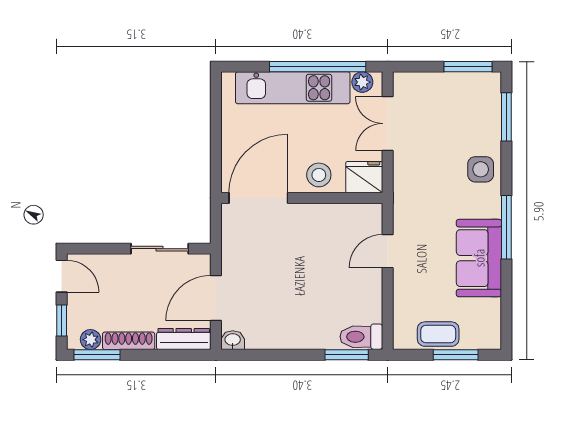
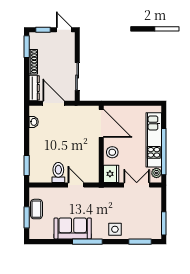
door: (62, 276) -> (64, 30), swing flipped
toilet: (361, 337) -> (58, 172), moved
plant: (91, 340) -> (34, 44), removed
washbasin: (233, 340) -> (34, 122), moved

